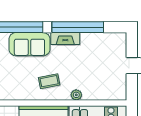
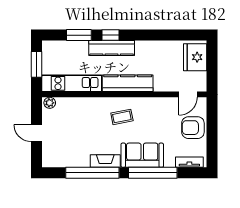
plant: (76, 95) -> (50, 103), moved

